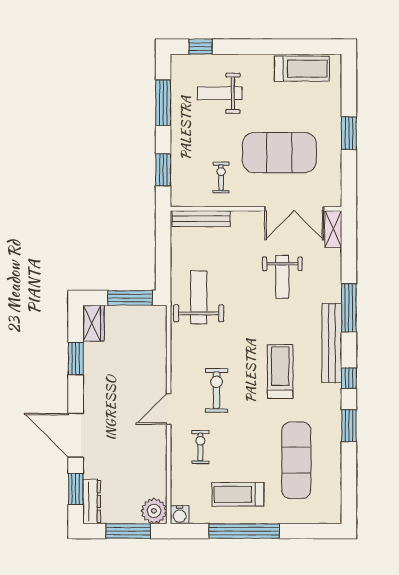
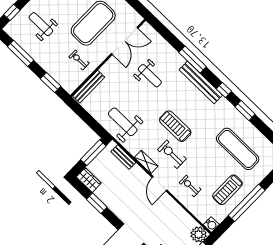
weight bench: (220, 93) -> (41, 24), turned 90
shelving: (333, 229) -> (146, 162), moved
bench: (159, 337) -> (123, 157), added
treadmill: (280, 372) -> (175, 126), moved

